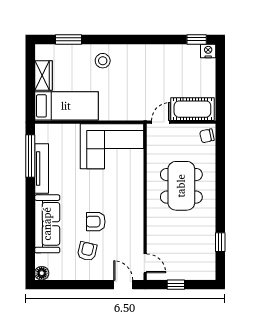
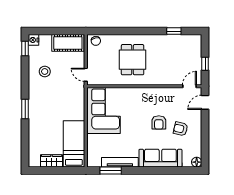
window: (68, 39) -> (25, 109), moved
stool: (103, 61) -> (45, 72), moved
cot: (192, 109) -> (68, 43), moved, turned 90
window: (30, 156) -> (111, 171), width x0.69
dining table: (181, 186) -> (133, 60), width x0.73

